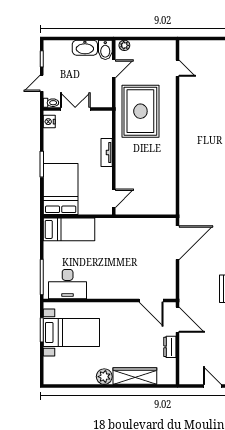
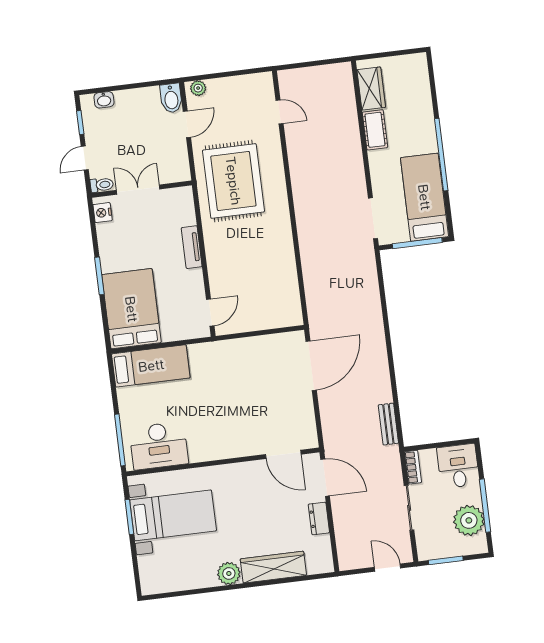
washbasin: (85, 48) -> (104, 100), moved, width x0.52, depth x0.69

